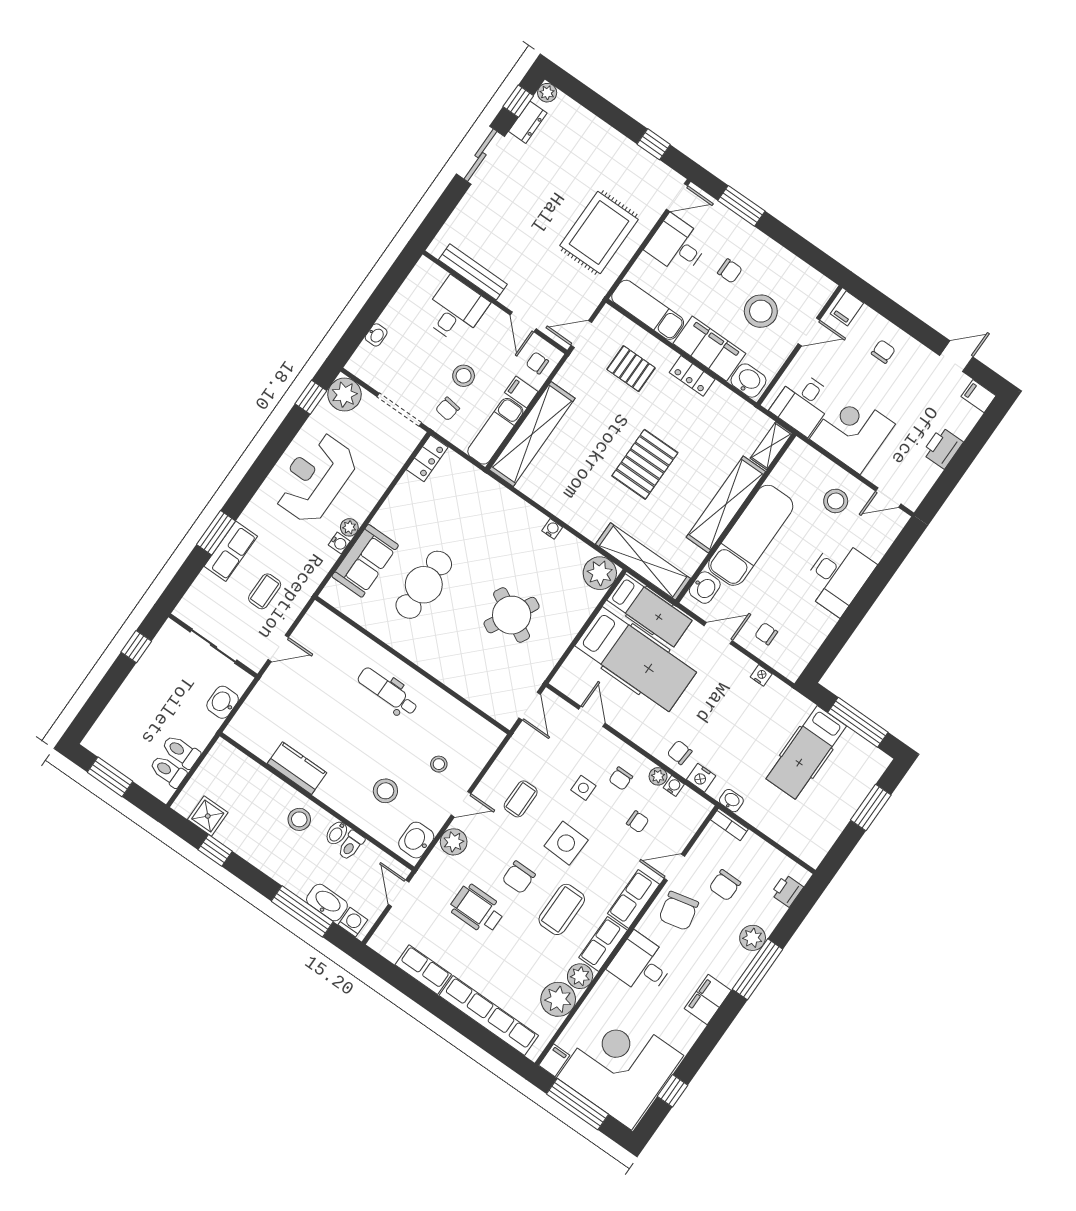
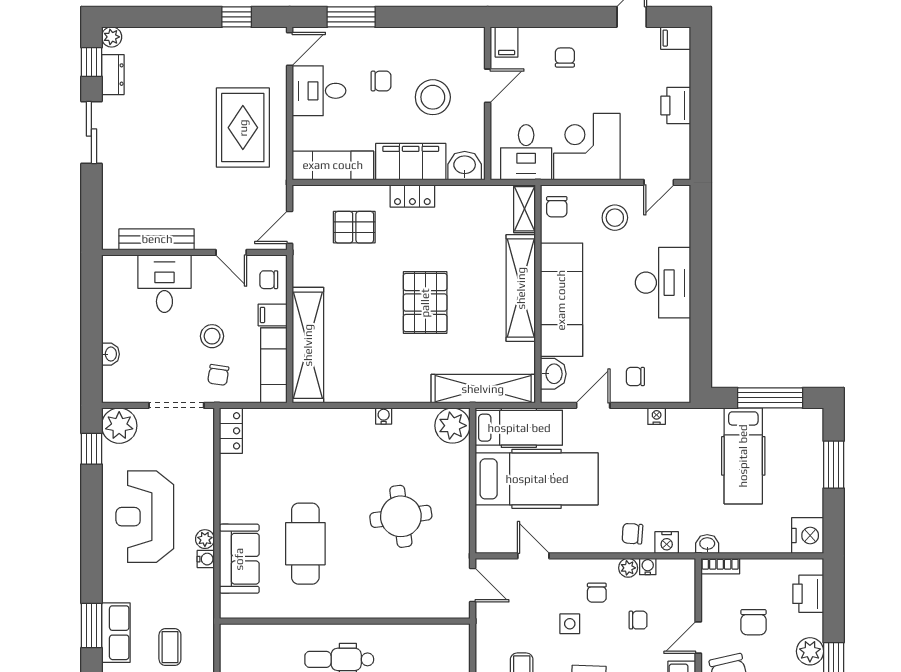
chair: (797, 462) -> (557, 207), added
round table: (512, 615) -> (401, 516), turned -36
nightstand: (813, 848) -> (808, 536), added
printer: (787, 891) -> (808, 594), width x1.36, depth x1.24

